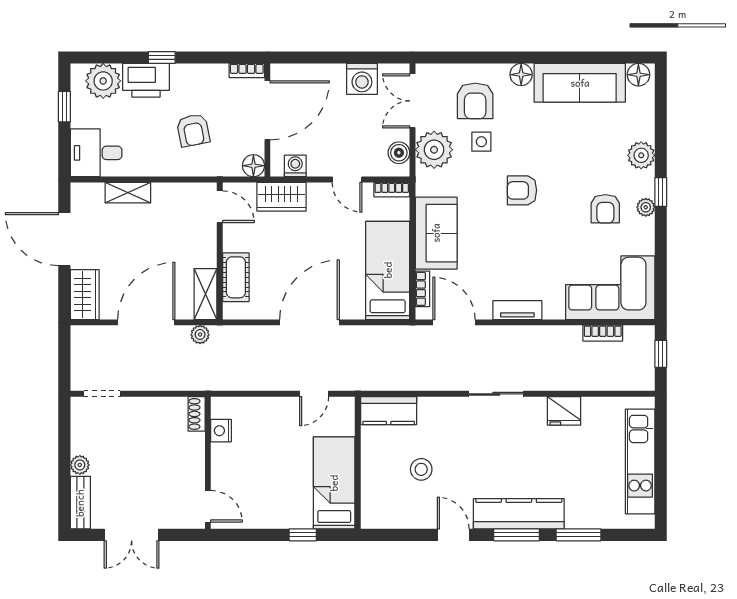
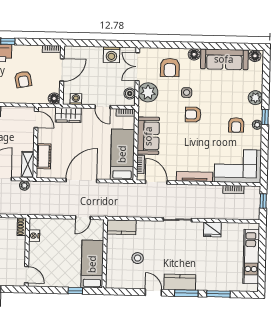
door: (267, 110) -> (62, 70), width x0.73
side table: (481, 142) -> (187, 93), moved
tv unit: (517, 310) -> (195, 177), width x1.41
kitchen counter: (519, 514) -> (180, 282), width x0.67

